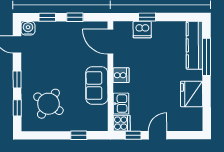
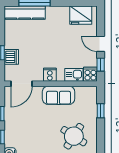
fridge: (192, 94) -> (81, 15), moved

